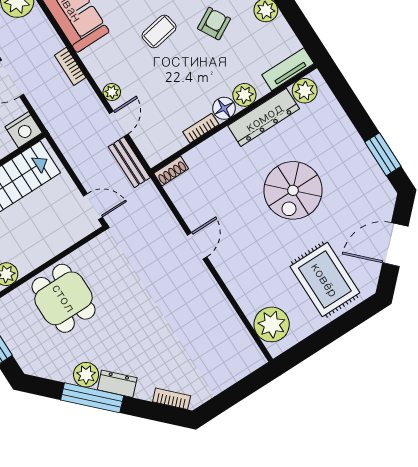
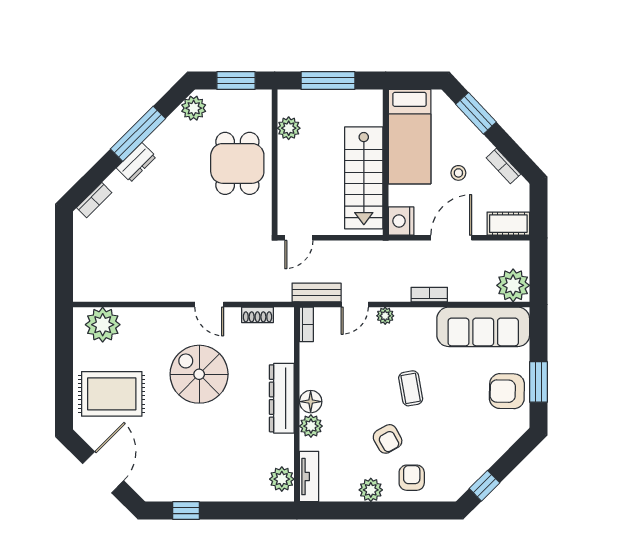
dresser: (264, 117) -> (282, 398), moved
door: (119, 124) -> (355, 304), hinge flipped
bookcase: (201, 128) -> (306, 324), moved
window: (383, 154) -> (186, 511), width x0.67
shoe rack: (171, 171) -> (258, 315), moved, turned -90
spiral stairs: (293, 190) -> (199, 374), moved
dining table: (64, 298) -> (237, 163), turned 90
plant: (86, 375) -> (194, 108), moved

